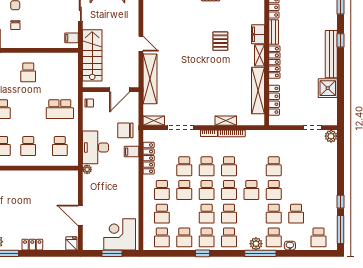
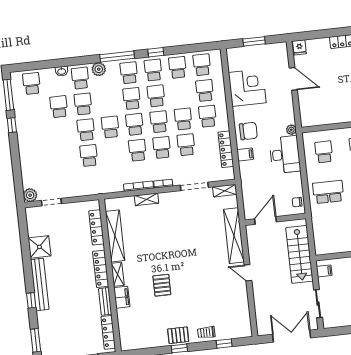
chair: (125, 130) -> (248, 131), moved
corner desk: (120, 234) -> (247, 88), moved, turned -90
window: (260, 253) -> (117, 57), moved

